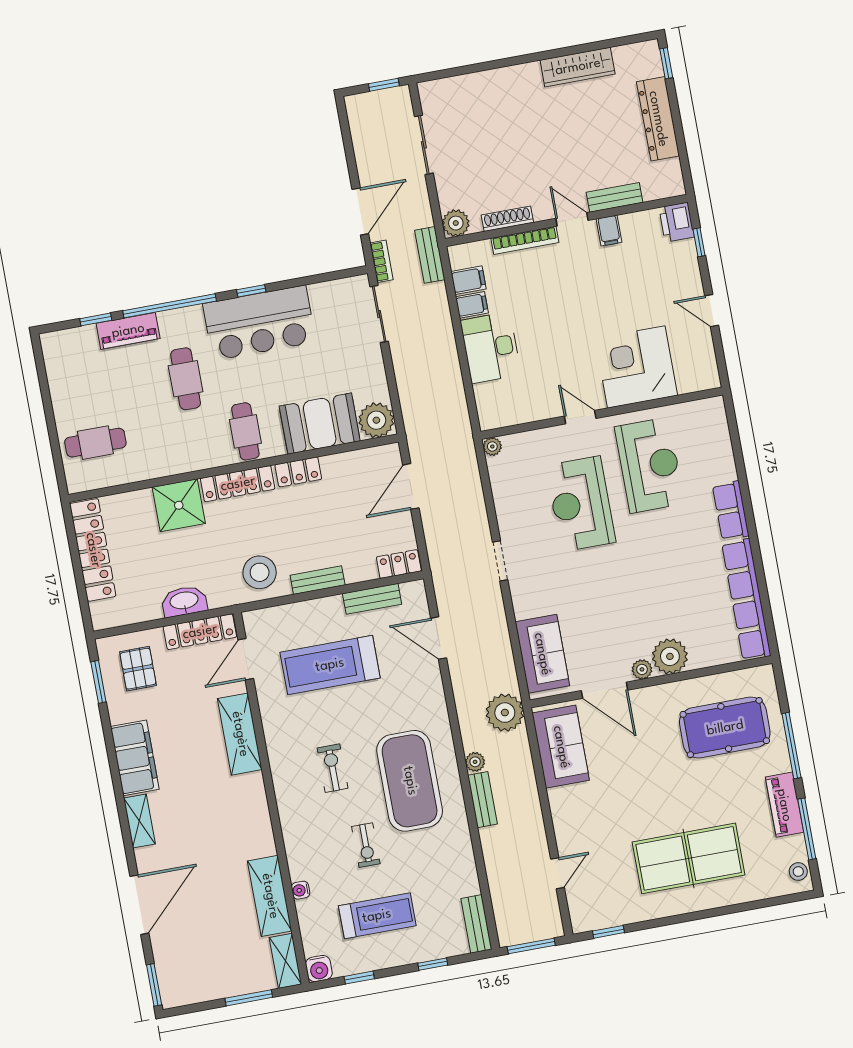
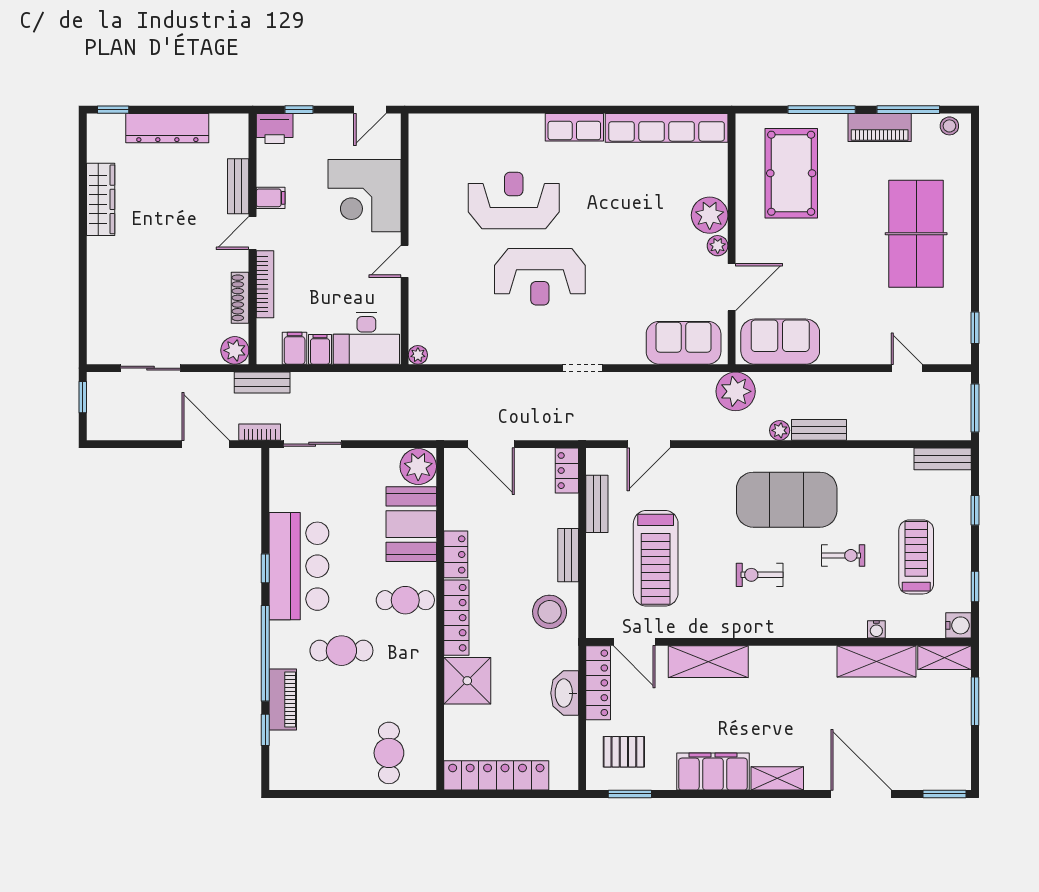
corner desk: (636, 367) -> (365, 196), moved
wall: (602, 413) -> (405, 239), moved
door: (580, 417) -> (405, 261), moved
plant: (492, 446) -> (418, 355), moved

